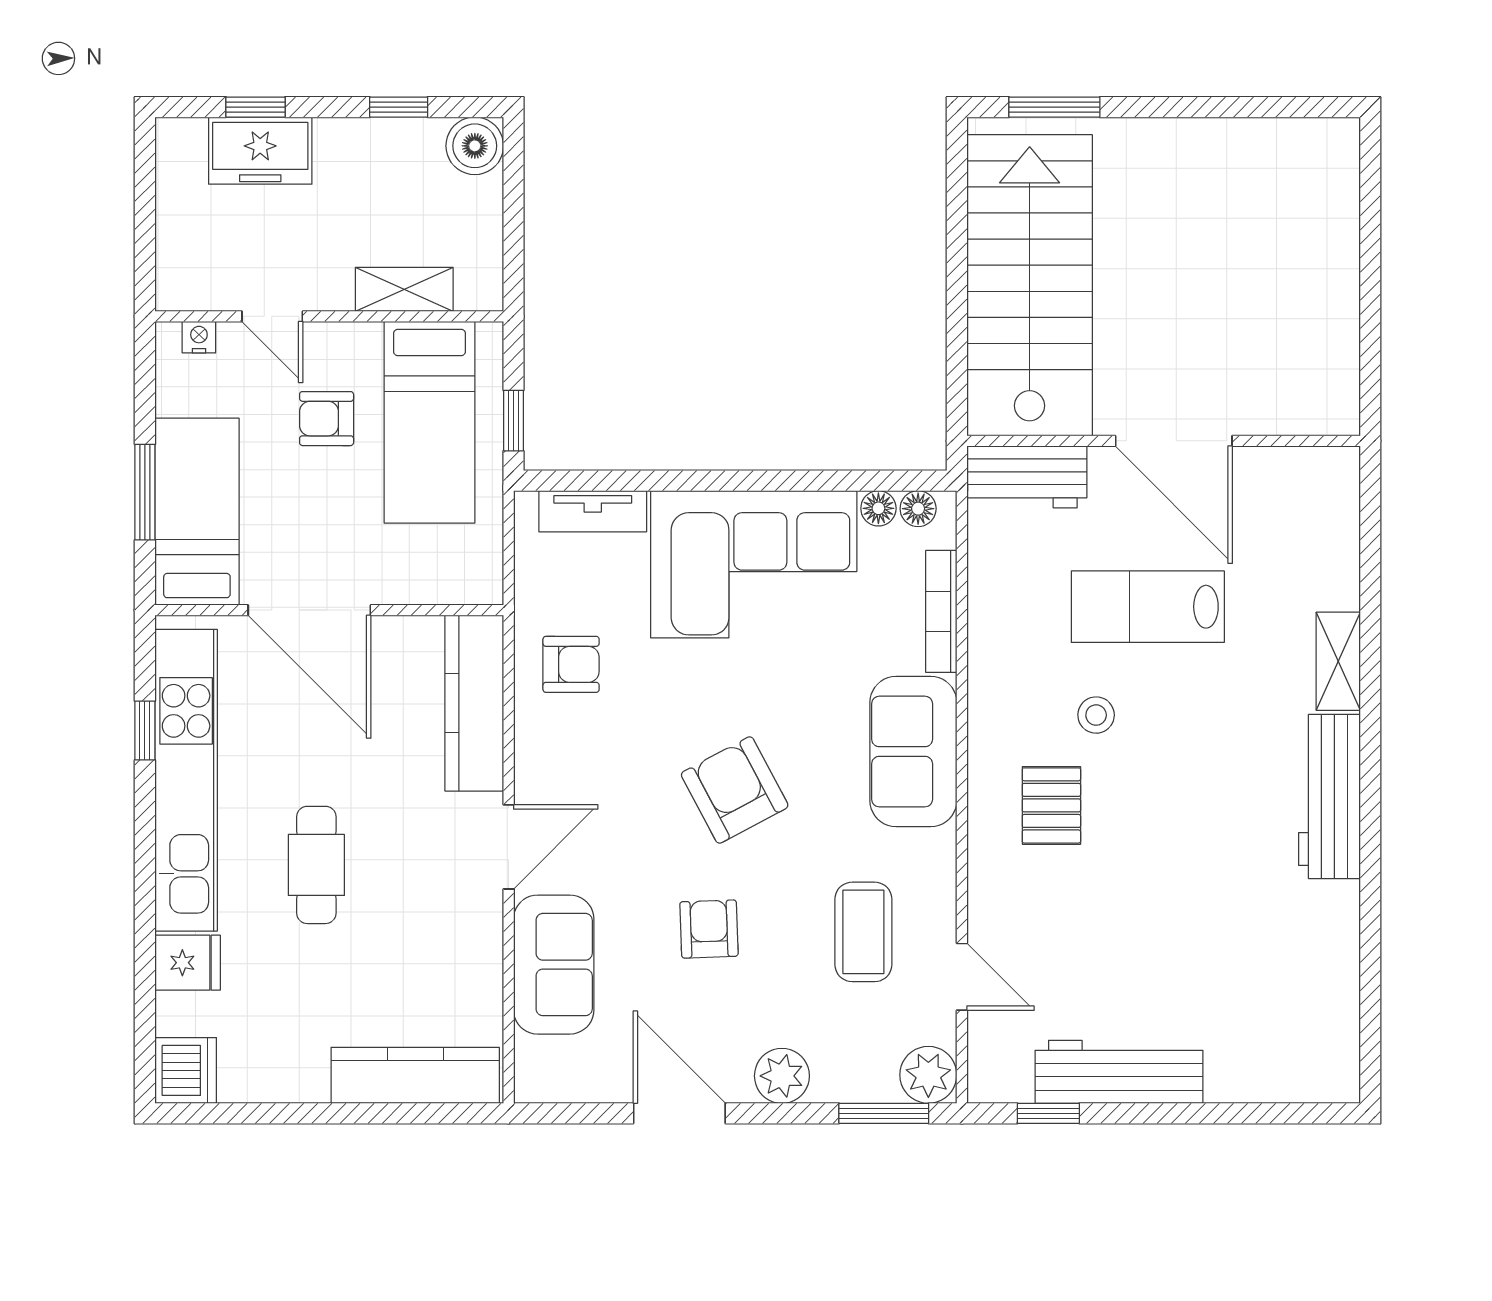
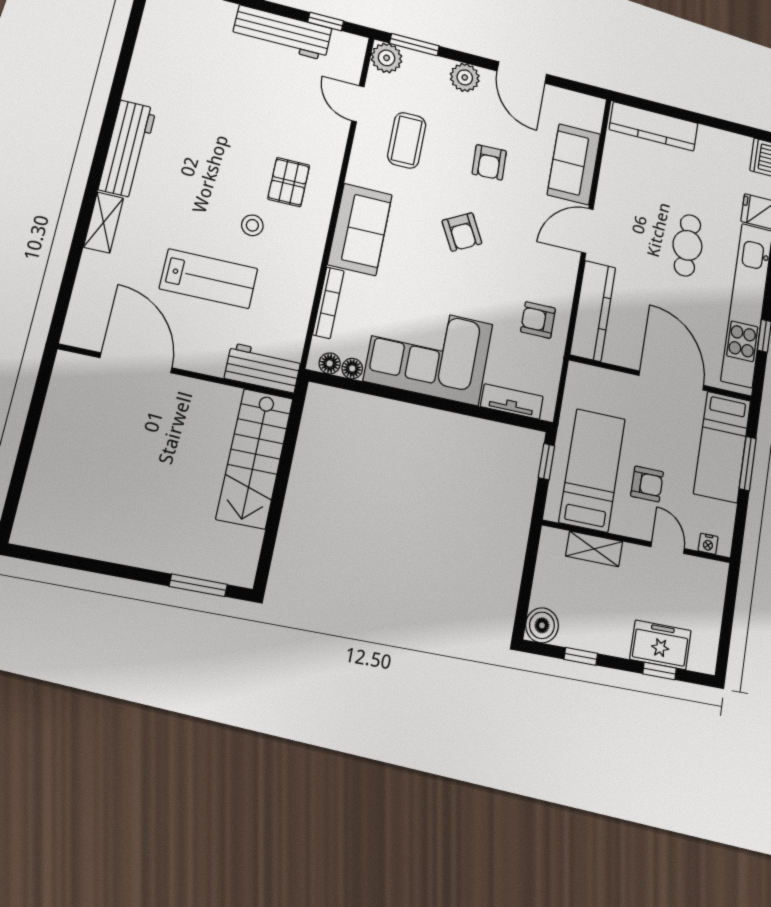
stairs: (1030, 285) -> (255, 458), width x0.73, depth x0.66
door: (1174, 441) -> (136, 363), moved
armchair: (735, 790) -> (462, 232), width x0.72, depth x0.72

